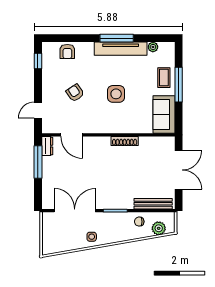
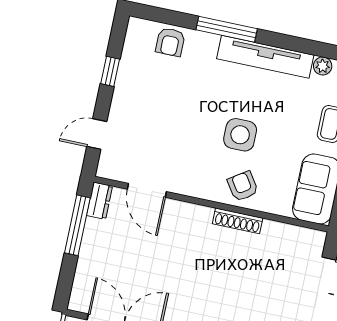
window: (117, 38) -> (227, 29), moved
window: (38, 61) -> (110, 71), moved
armchair: (75, 93) -> (243, 186), moved

